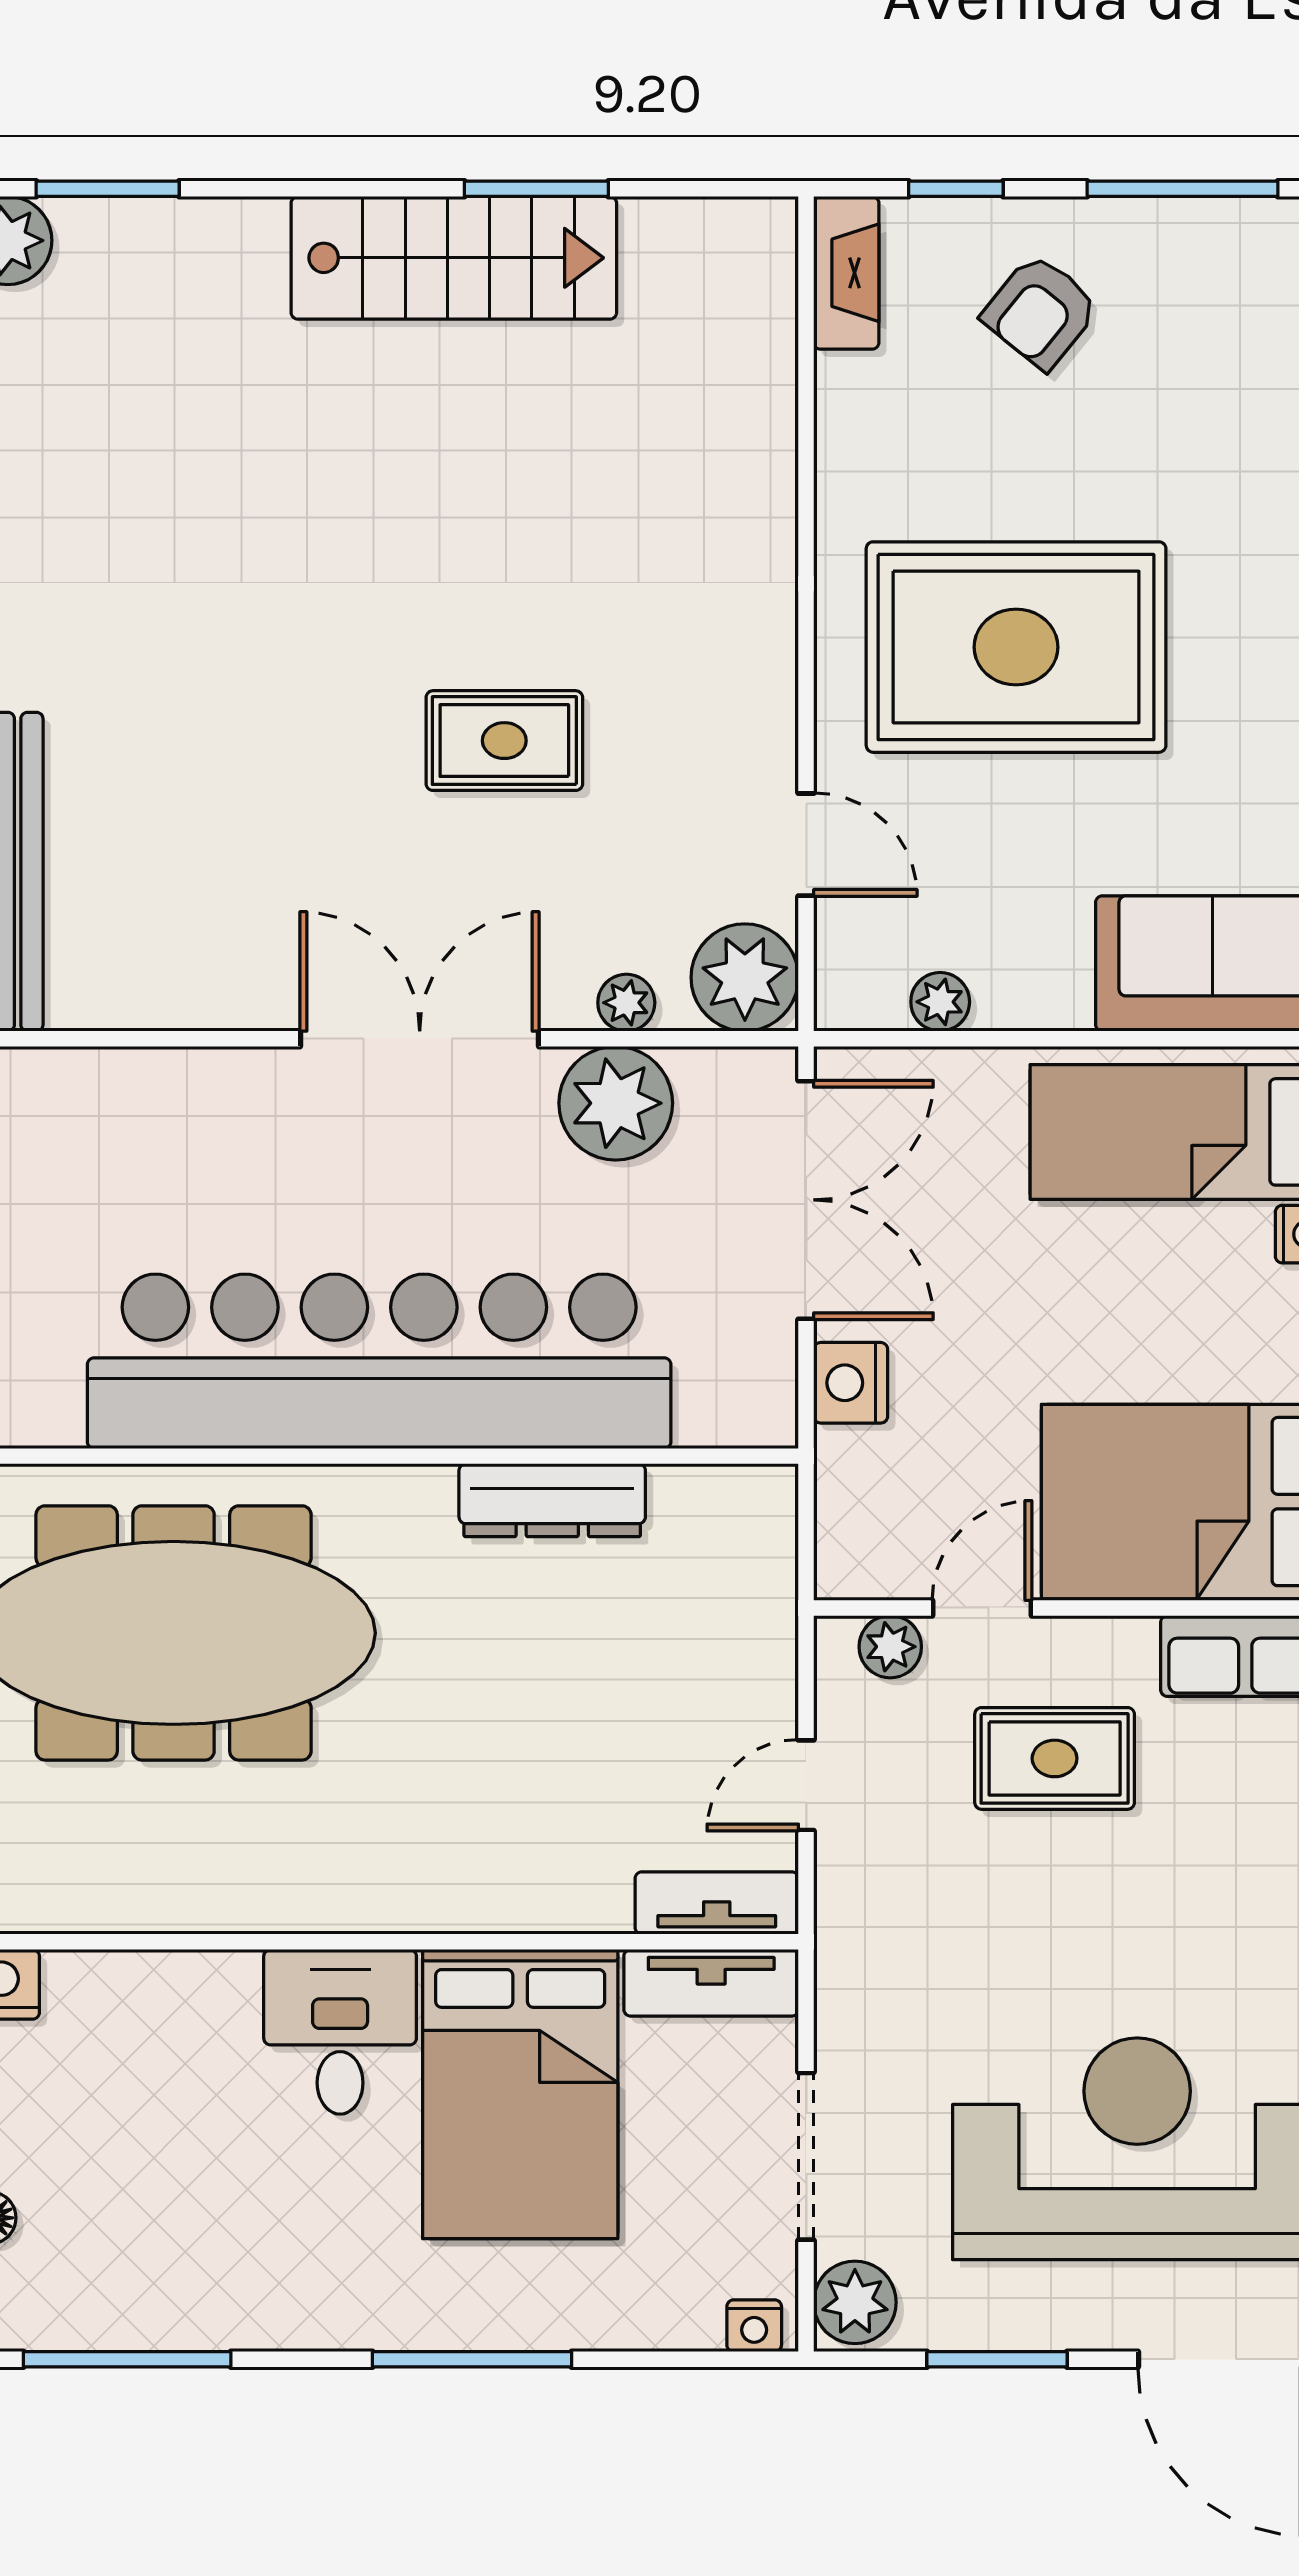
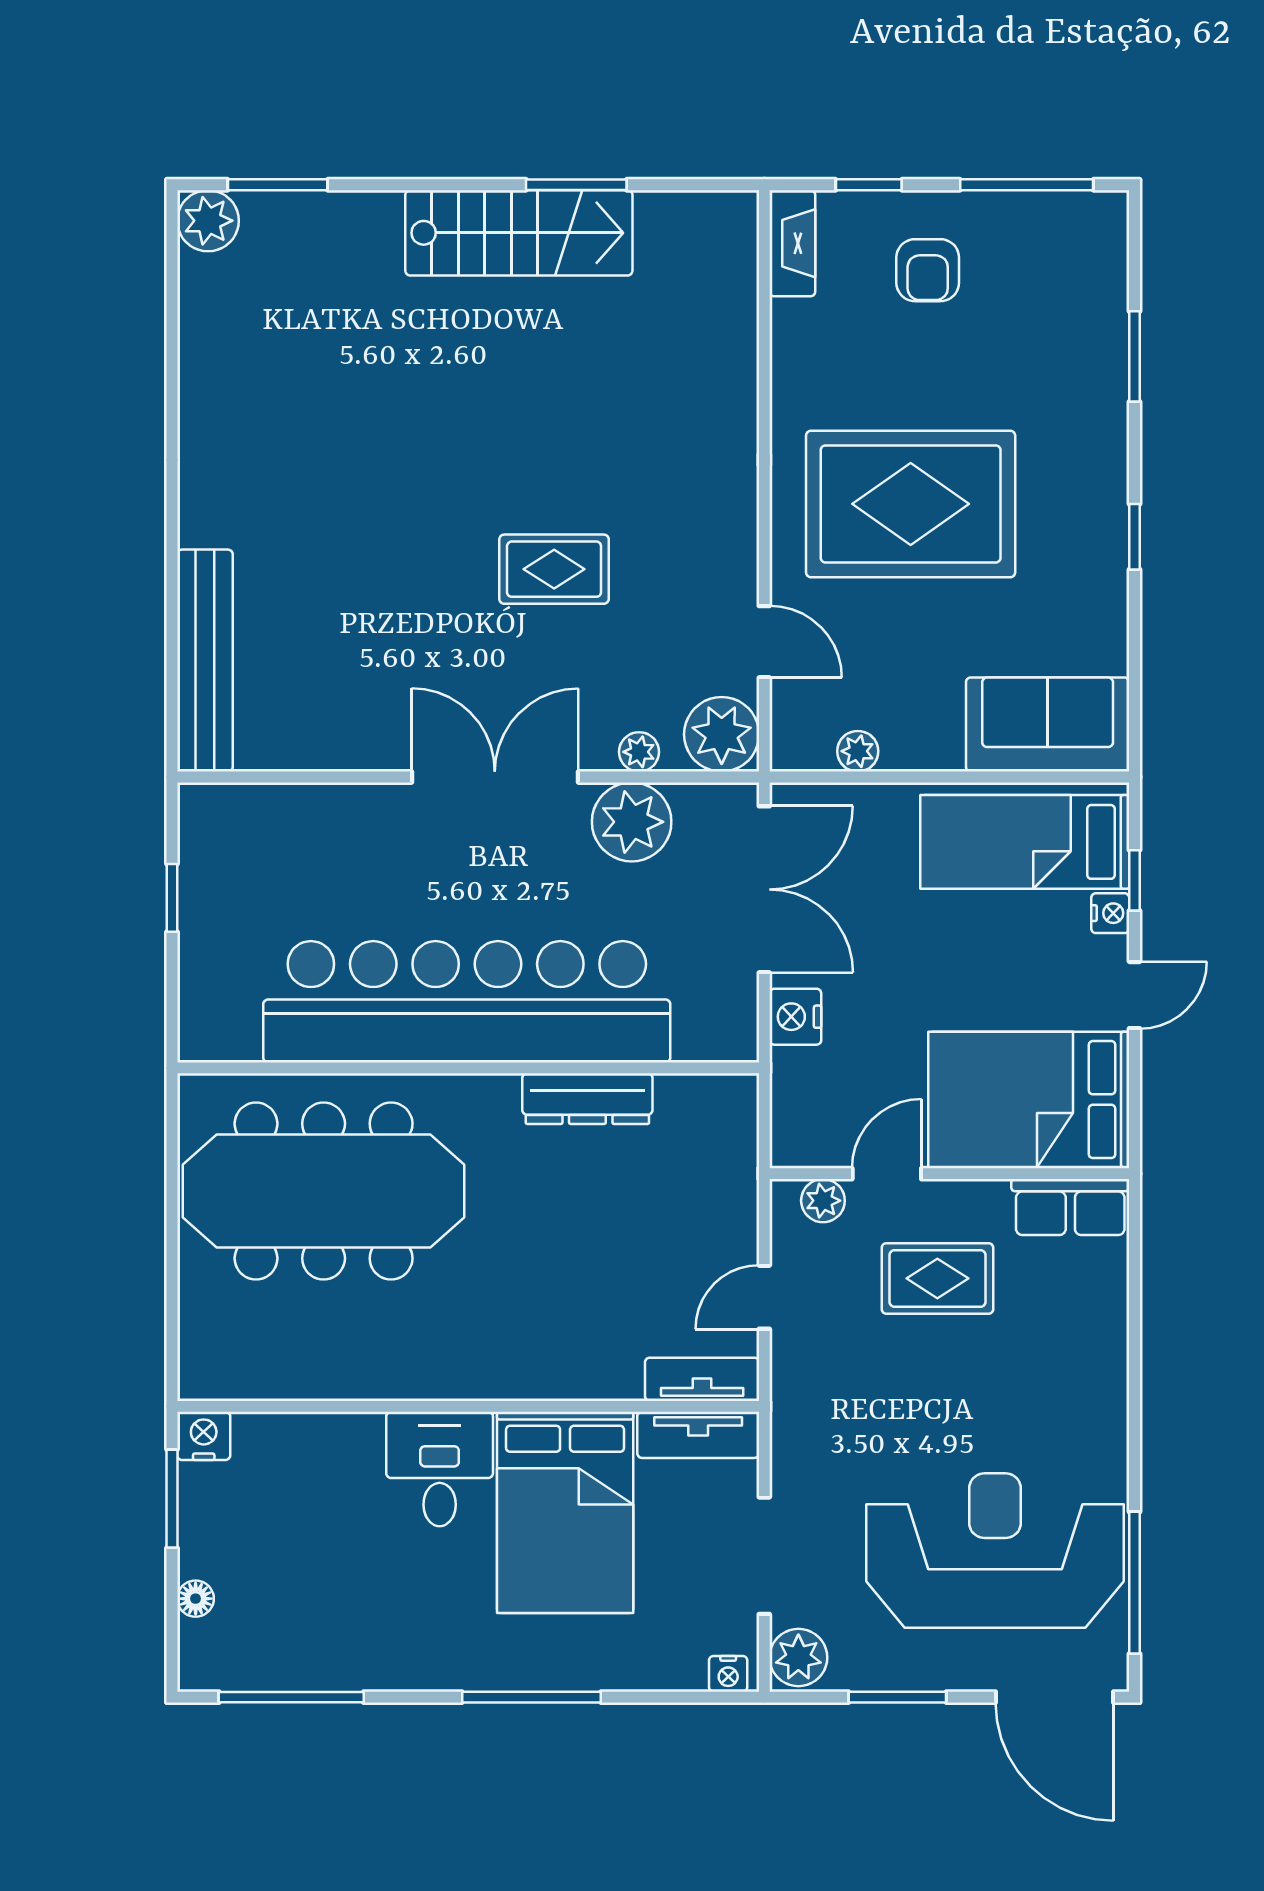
armchair: (1040, 312) -> (928, 270), turned -39

